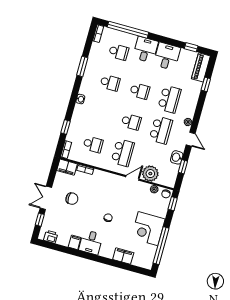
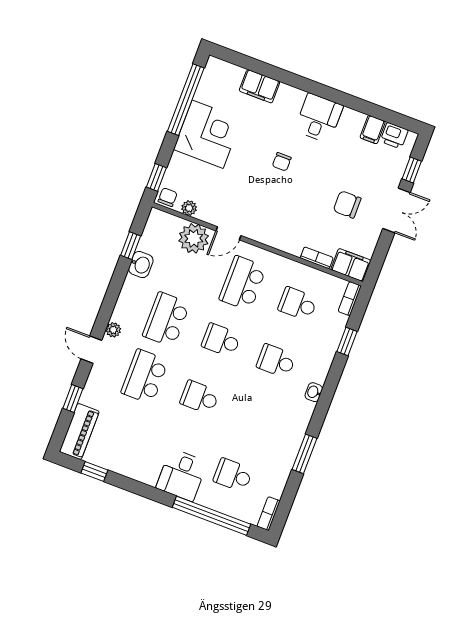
desk: (167, 56) -> (142, 459), removed
school desk: (110, 83) -> (276, 361), moved
door: (191, 139) -> (91, 350), moved
filing cabinet: (75, 242) -> (373, 130), moved

